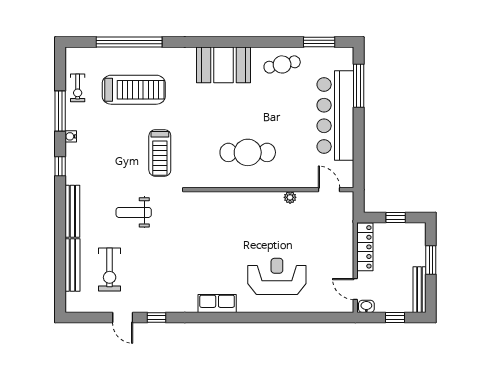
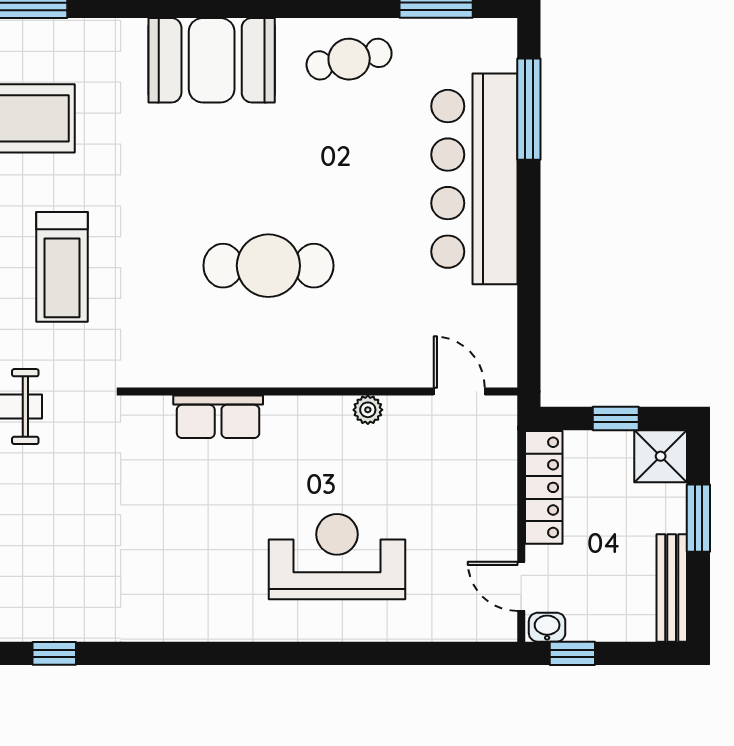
wall: (270, 190) -> (321, 391), moved
door: (329, 190) -> (459, 391), moved
plant: (290, 197) -> (368, 410), moved
shower: (415, 234) -> (661, 456), added
row of seats: (217, 304) -> (218, 417), moved, turned 180
window: (395, 318) -> (572, 653), moved

